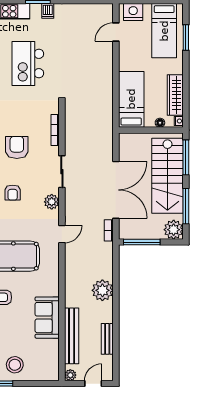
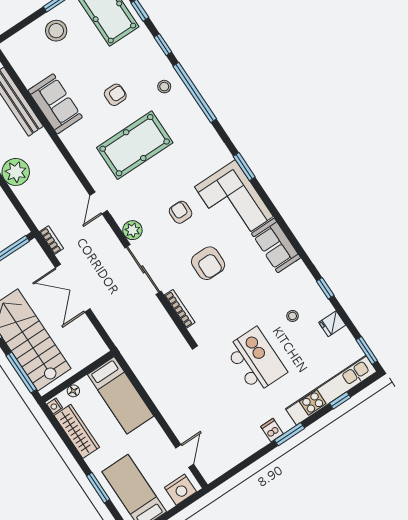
window: (186, 37) -> (98, 488), moved
sliding door: (62, 172) -> (143, 269), width x1.37
double door: (116, 190) -> (73, 288), width x0.73

